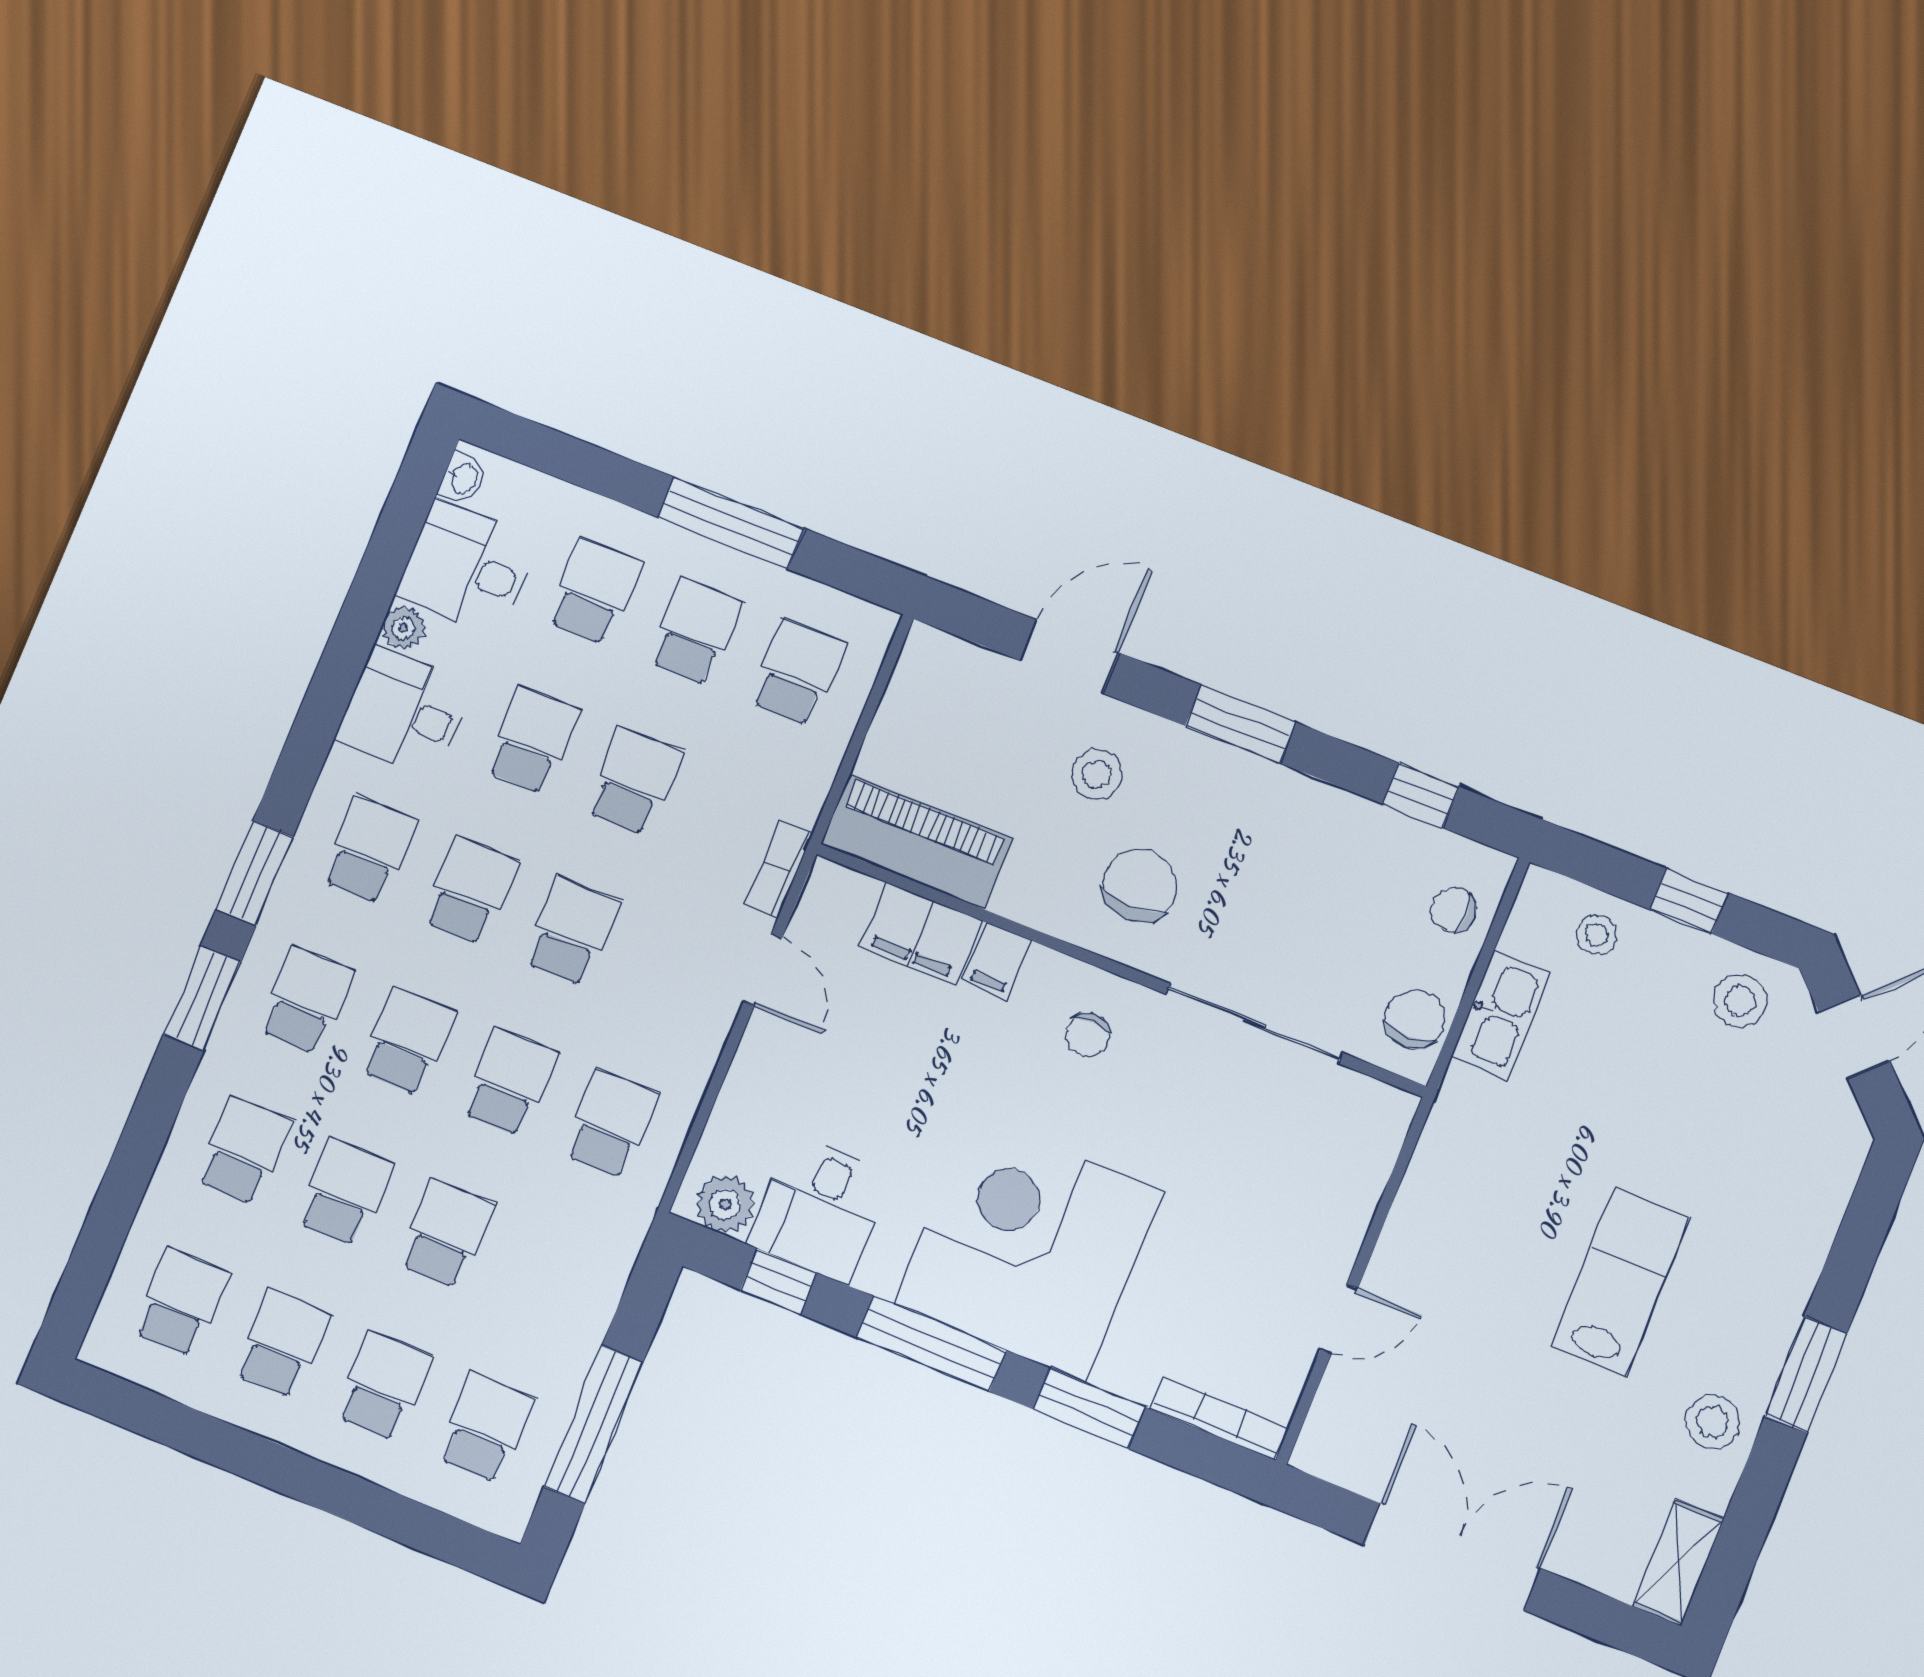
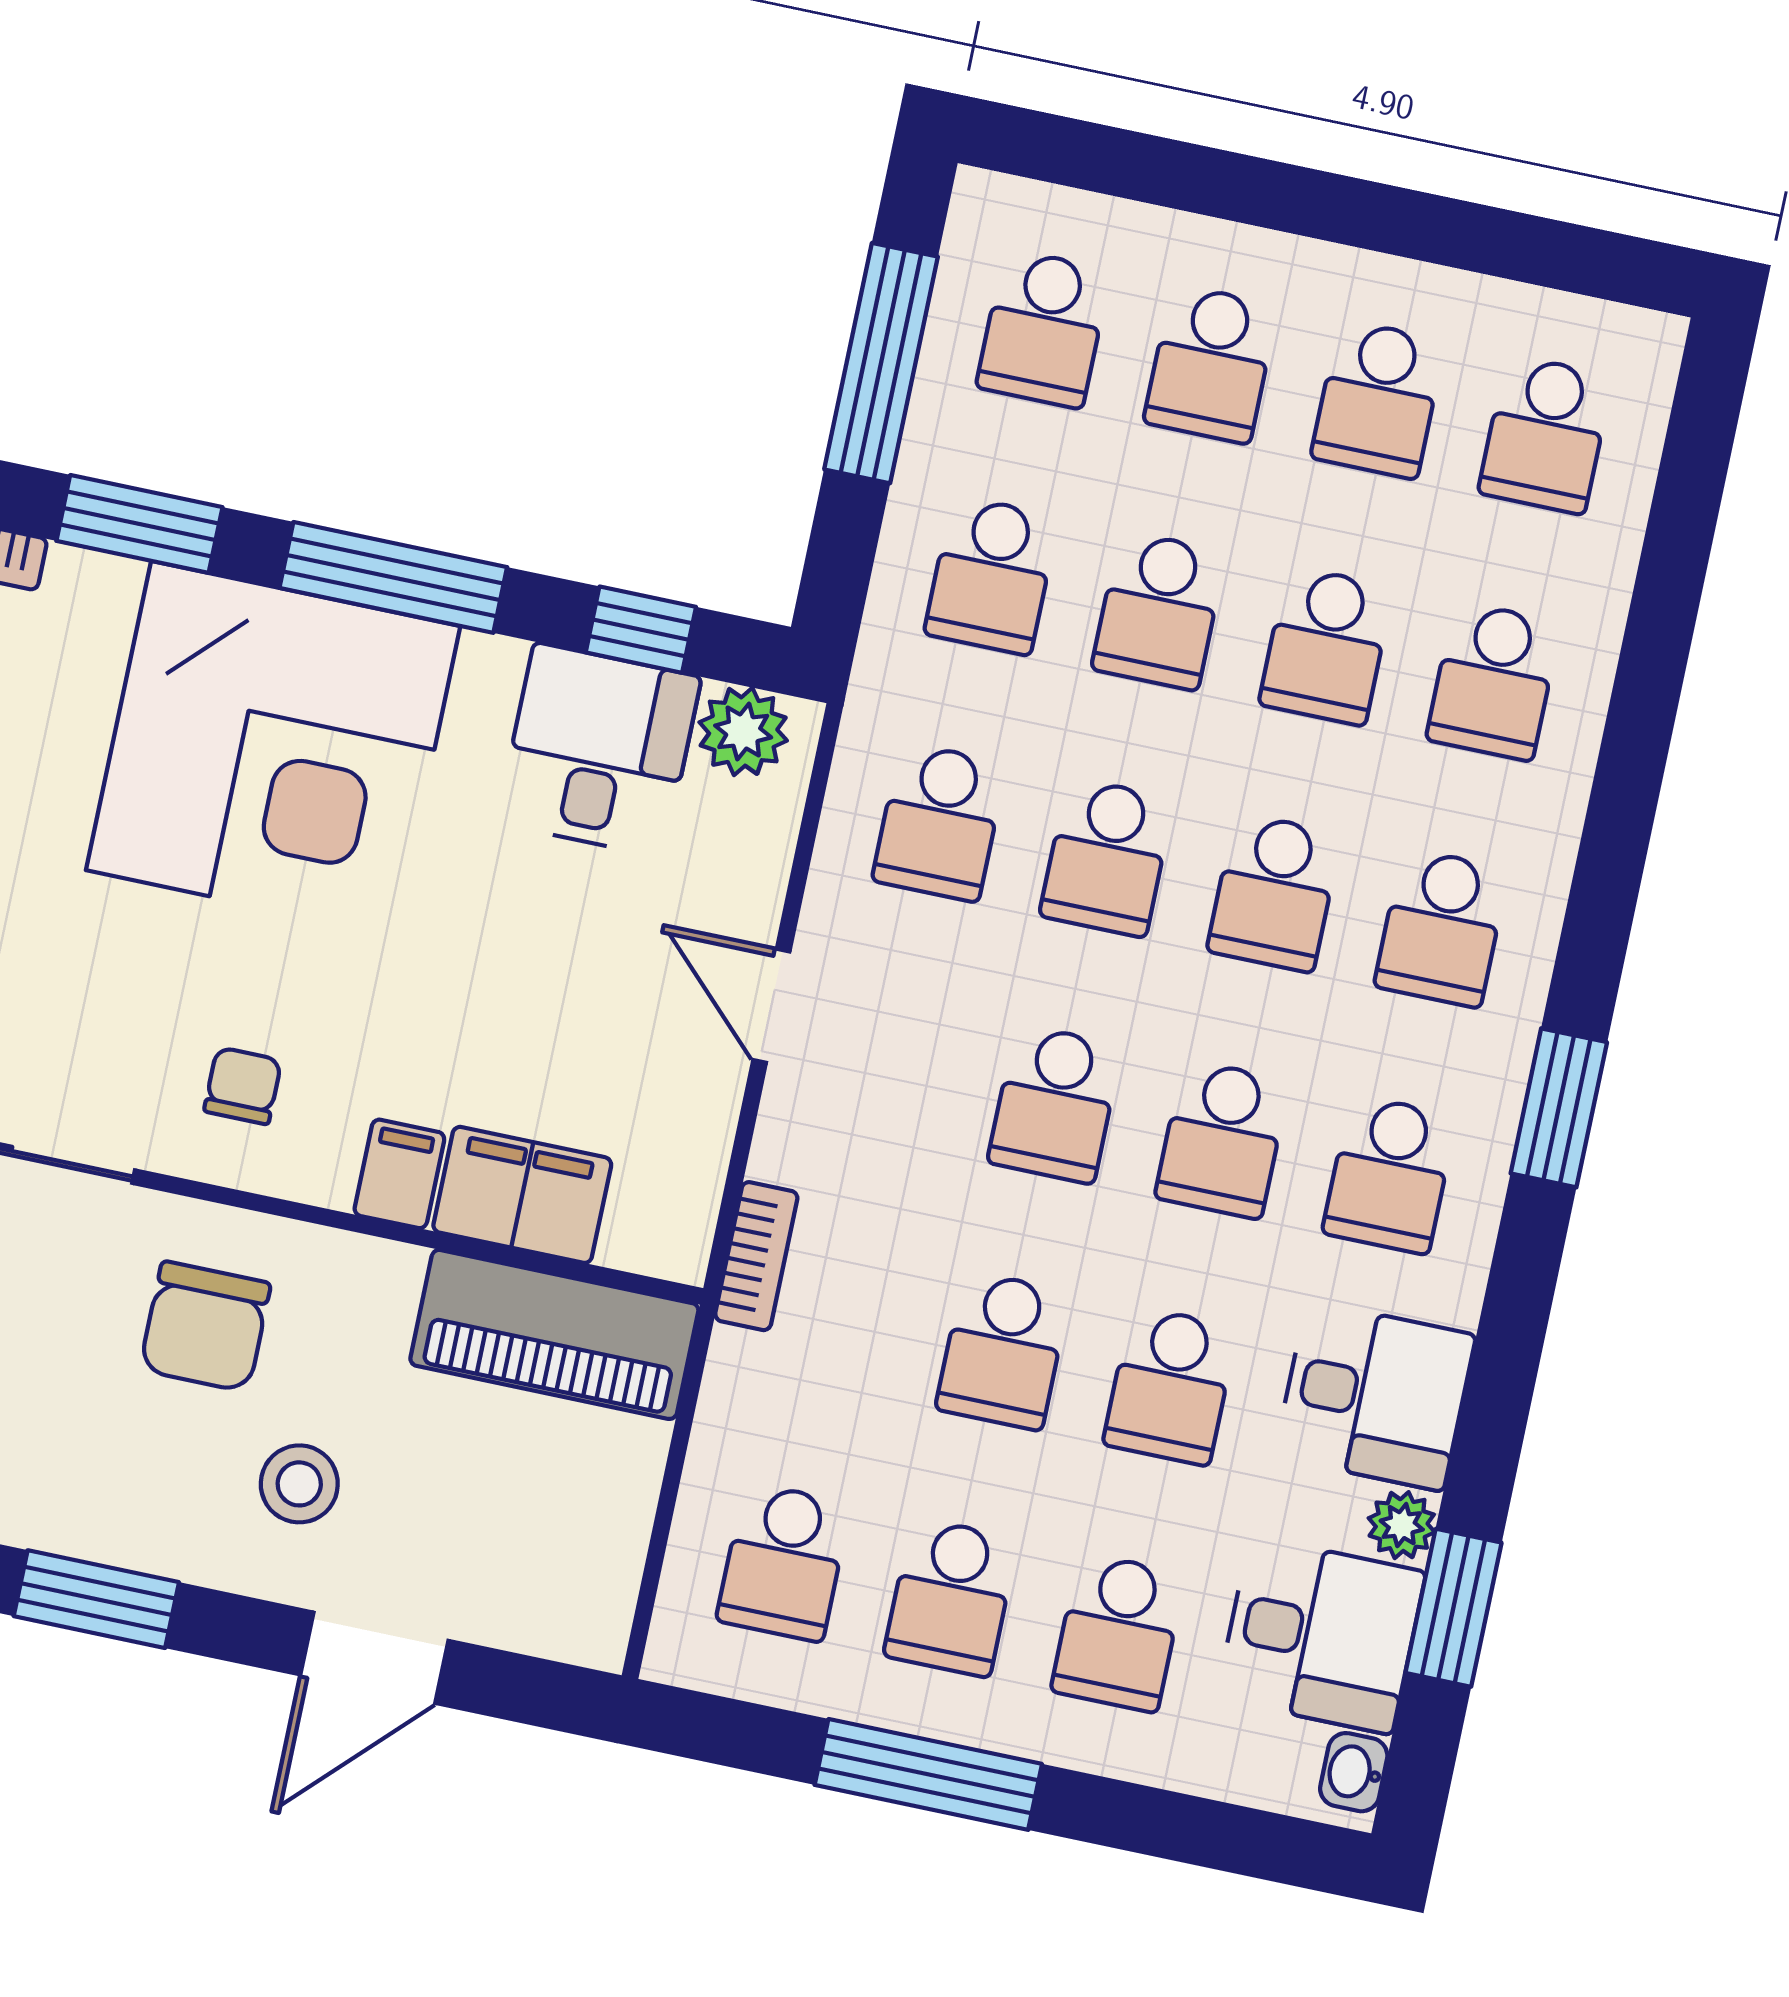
door: (763, 970) -> (771, 1006), moved
window: (202, 998) -> (1453, 1608), moved
school desk: (548, 1276) -> (992, 575), added

